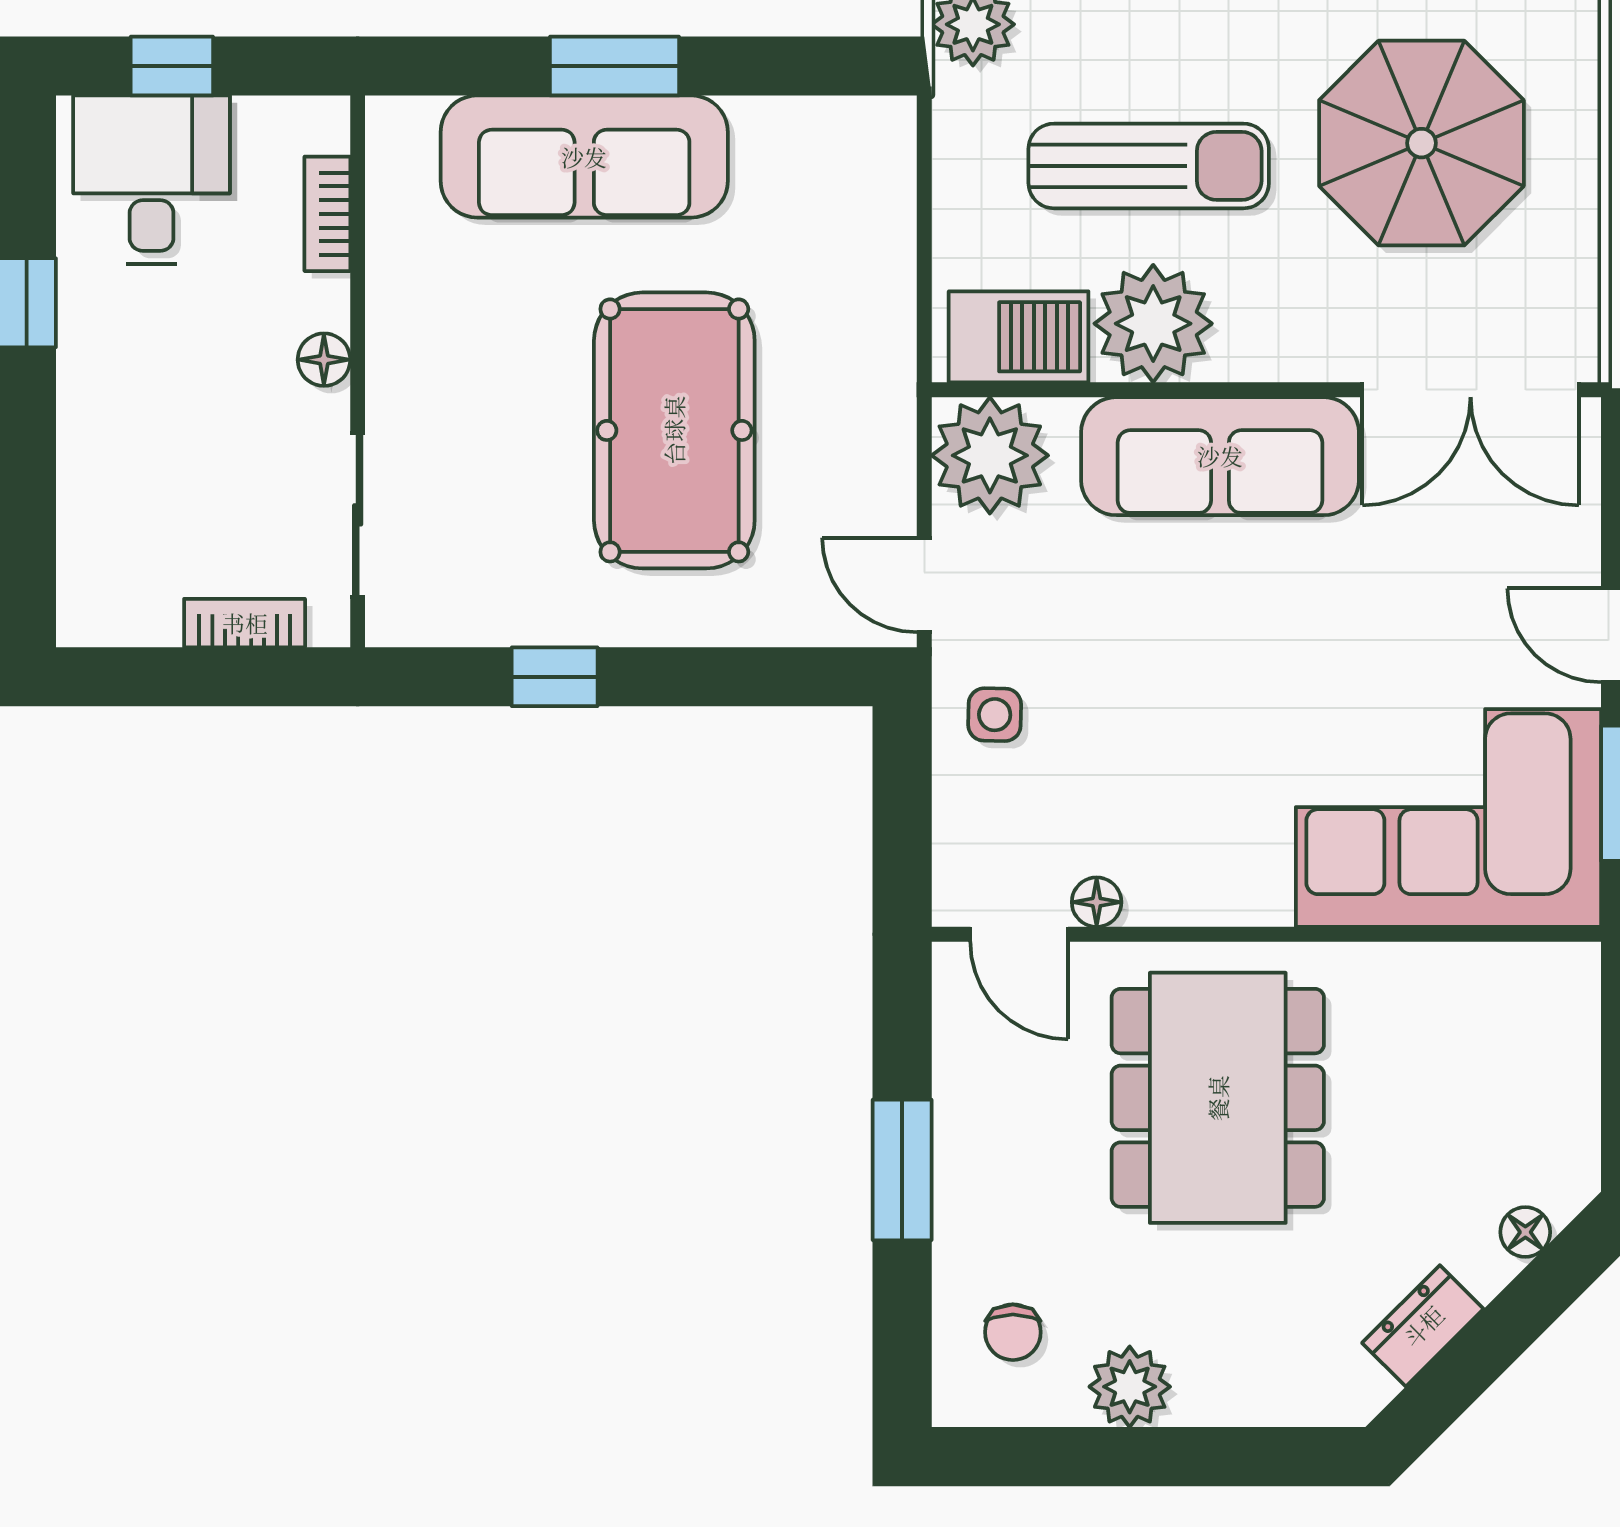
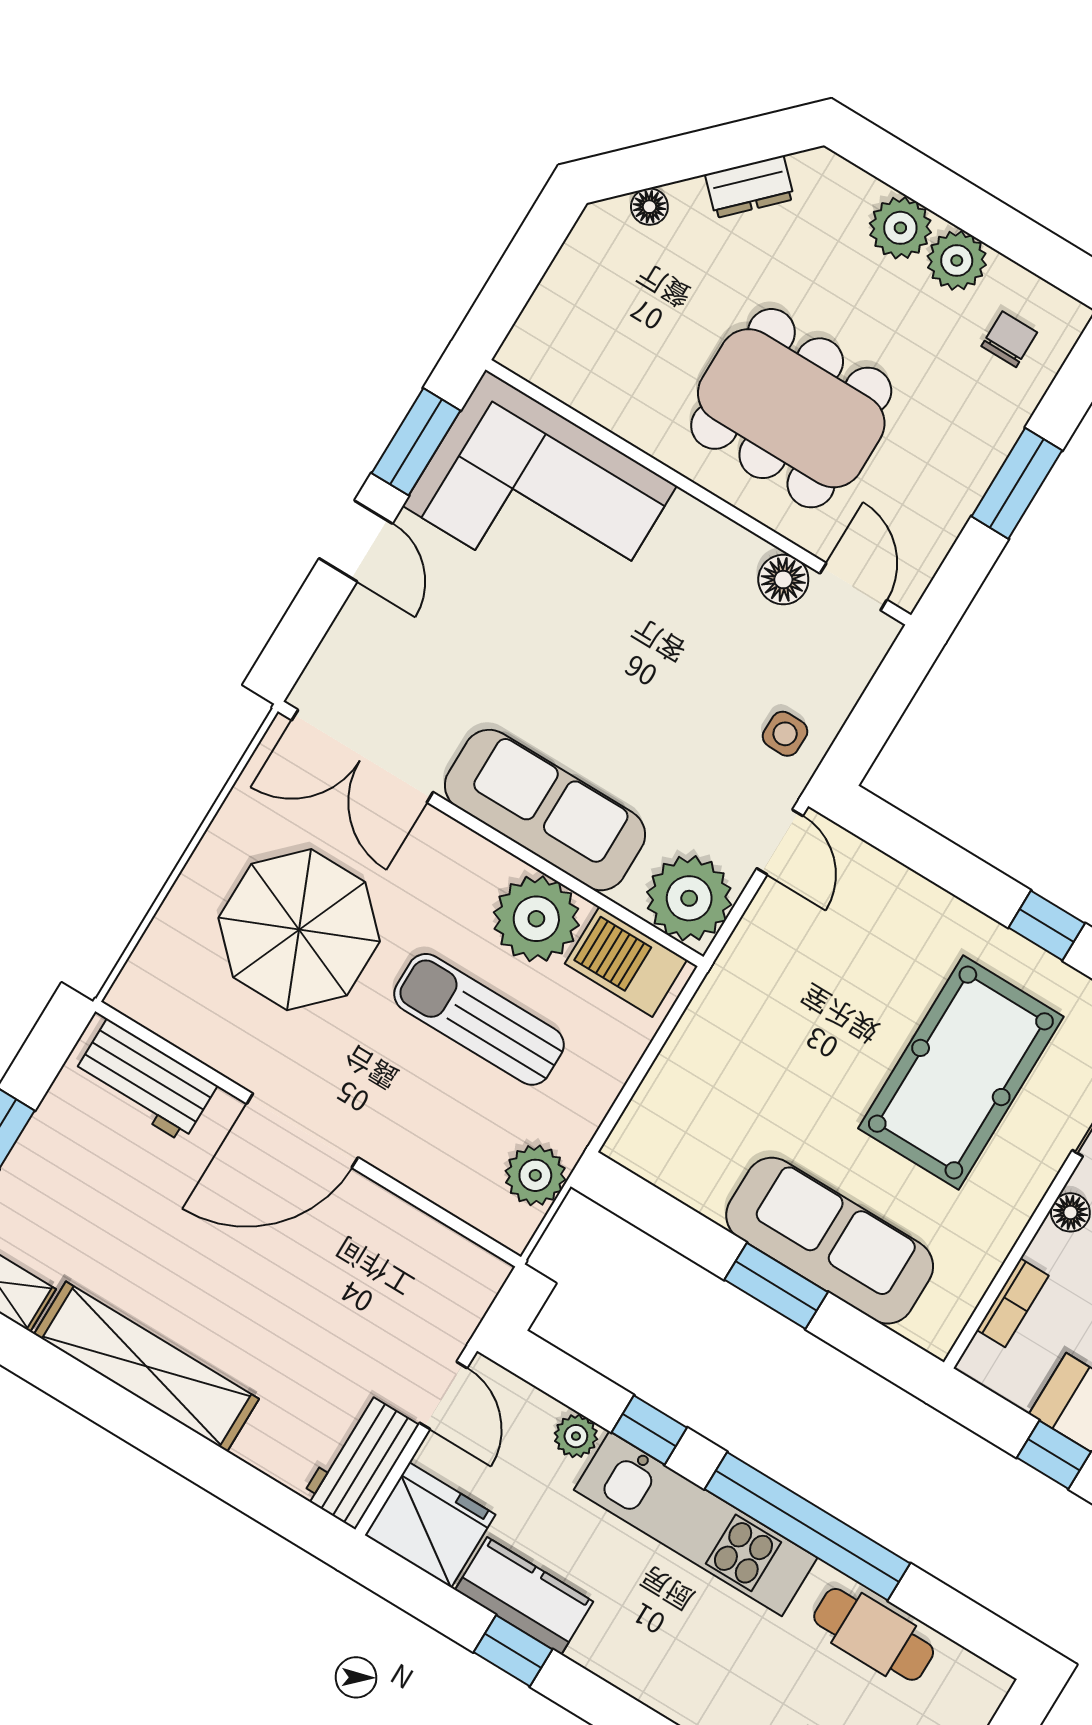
double door: (1471, 390) -> (362, 756), swing flipped
pool table: (674, 430) -> (961, 1072), moved
floor lamp: (1097, 902) -> (783, 580), width x1.37, depth x1.37
dining table: (1218, 1098) -> (791, 408), turned 90
plant: (1218, 1385) -> (900, 228), added

